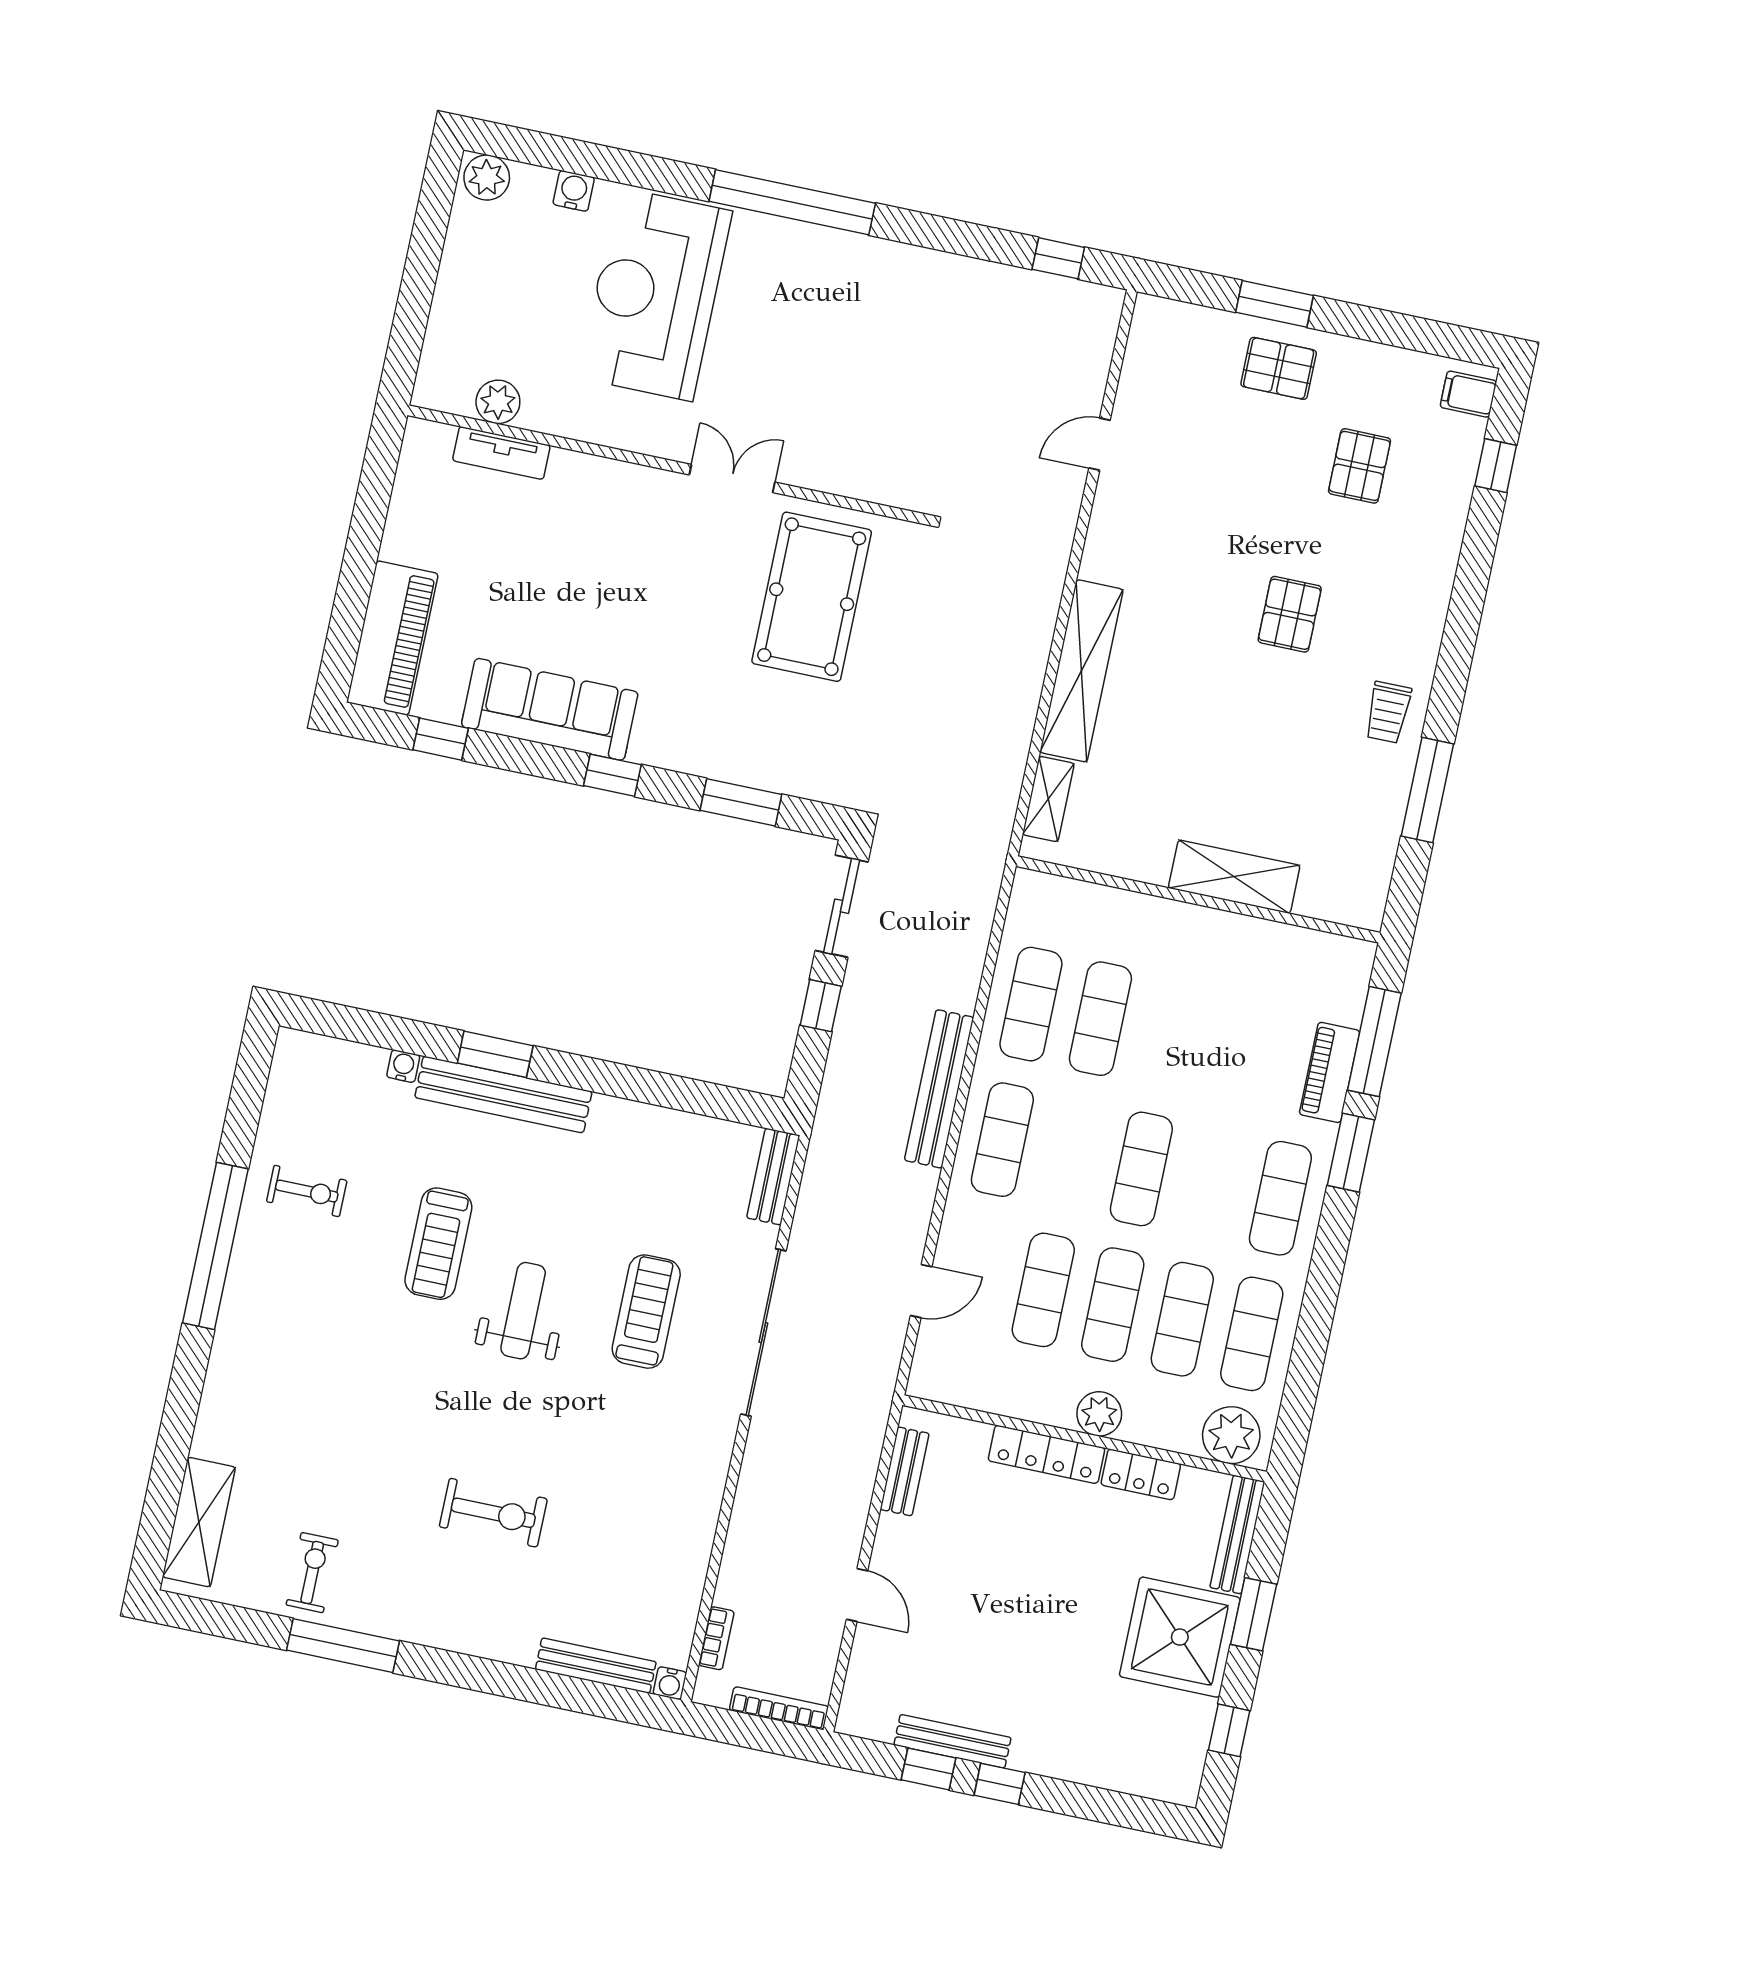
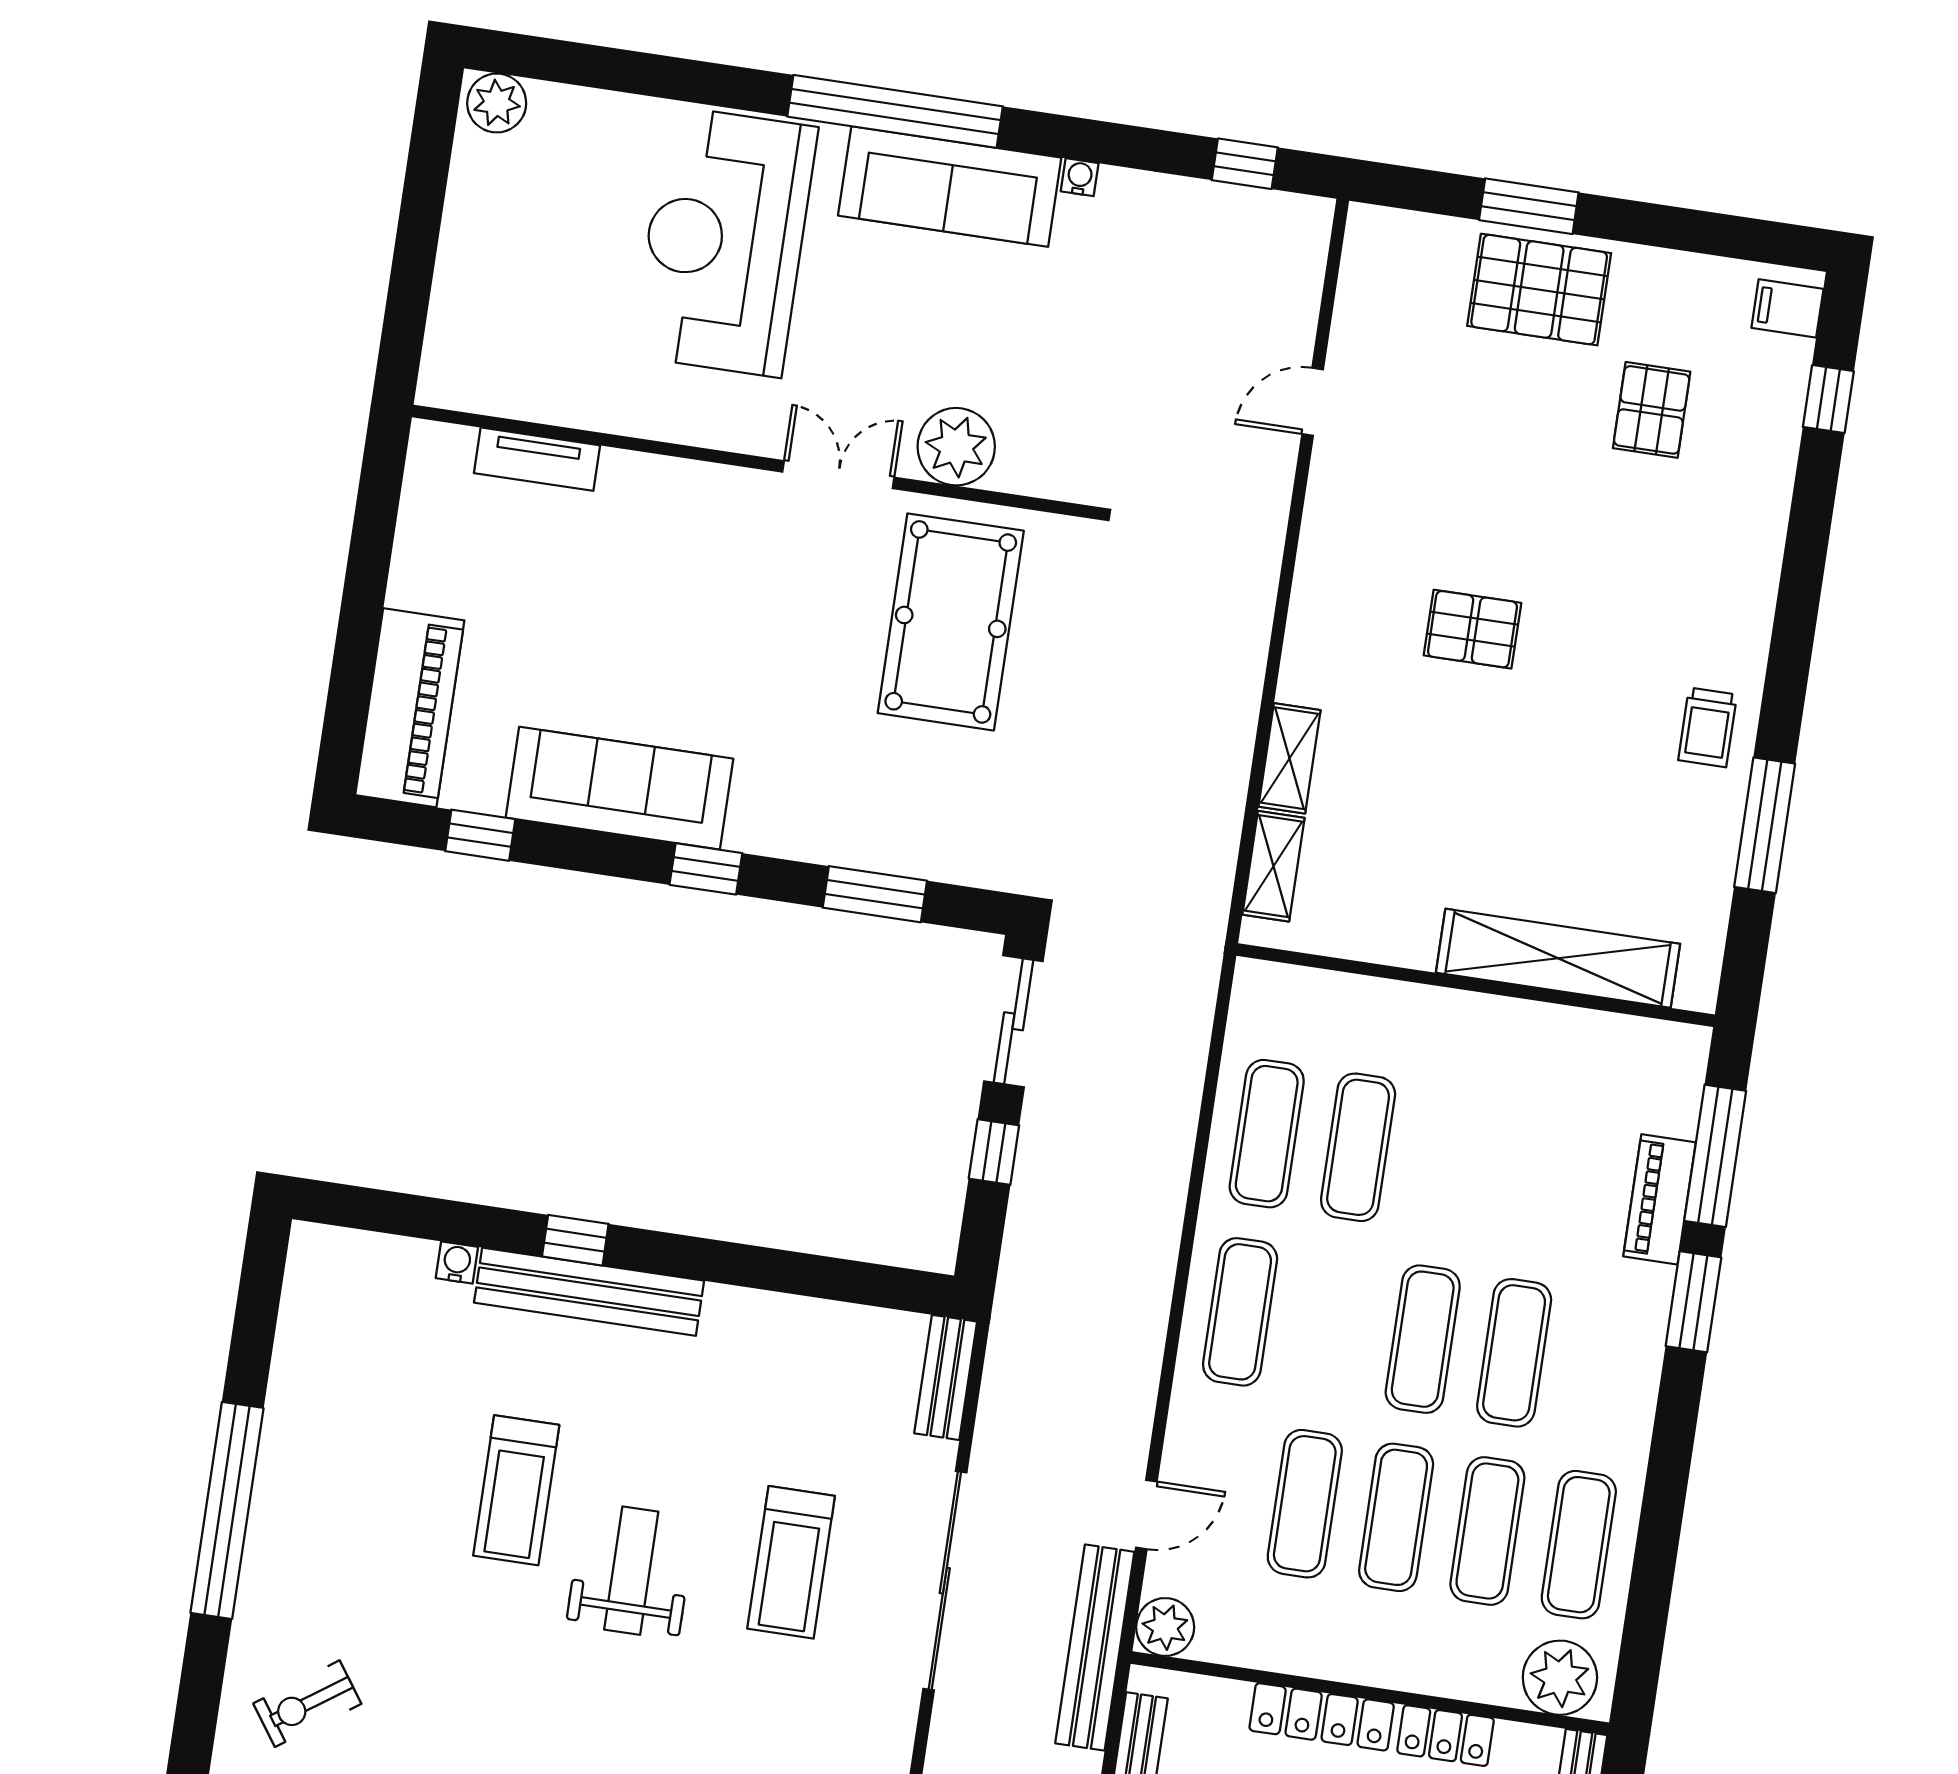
water cooler: (574, 191) -> (1080, 177), moved, width x0.72, depth x0.72
sofa: (831, 262) -> (950, 187), added
pallet: (1279, 368) -> (1539, 290), width x1.50, depth x1.42
plant: (498, 402) -> (956, 447), moved, width x1.36, depth x1.36
pallet: (1290, 614) -> (1472, 629), moved, turned 90
shelving: (1081, 671) -> (1290, 758), width x0.45, depth x0.75
shelving: (1234, 877) -> (1558, 958), width x1.47
window: (495, 1054) -> (575, 1240), width x0.67
bench: (939, 1089) -> (1095, 1648), moved
exercise bike: (307, 1191) -> (307, 1704), moved, turned 145
exercise mat: (1280, 1198) -> (1514, 1353), moved
treadmill: (646, 1312) -> (791, 1562), turned 180
plant: (1099, 1414) -> (1165, 1627), moved

